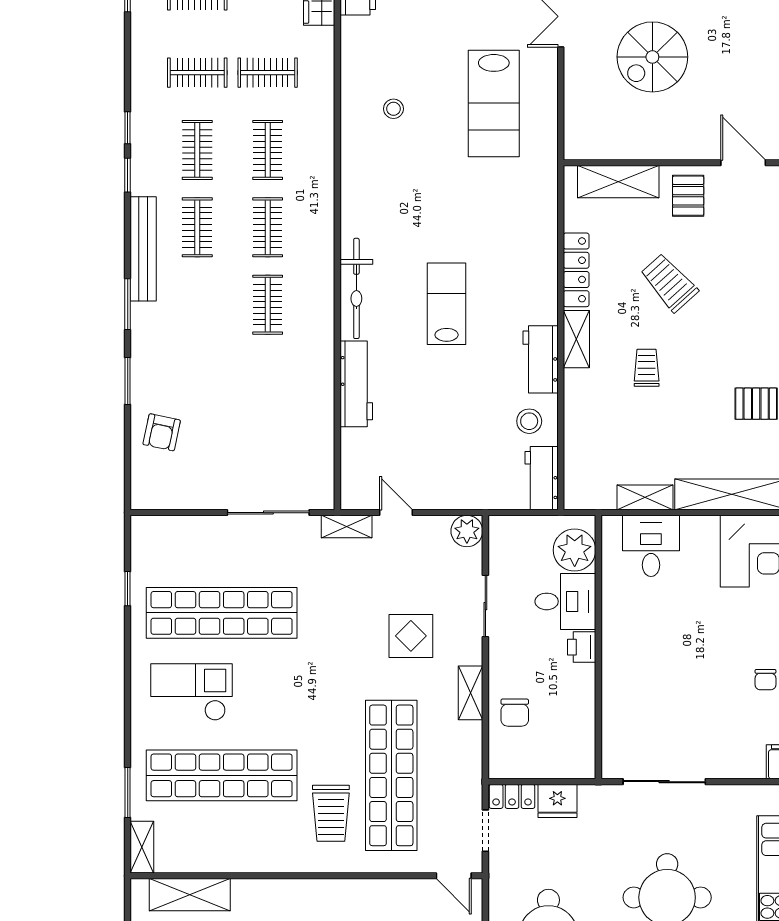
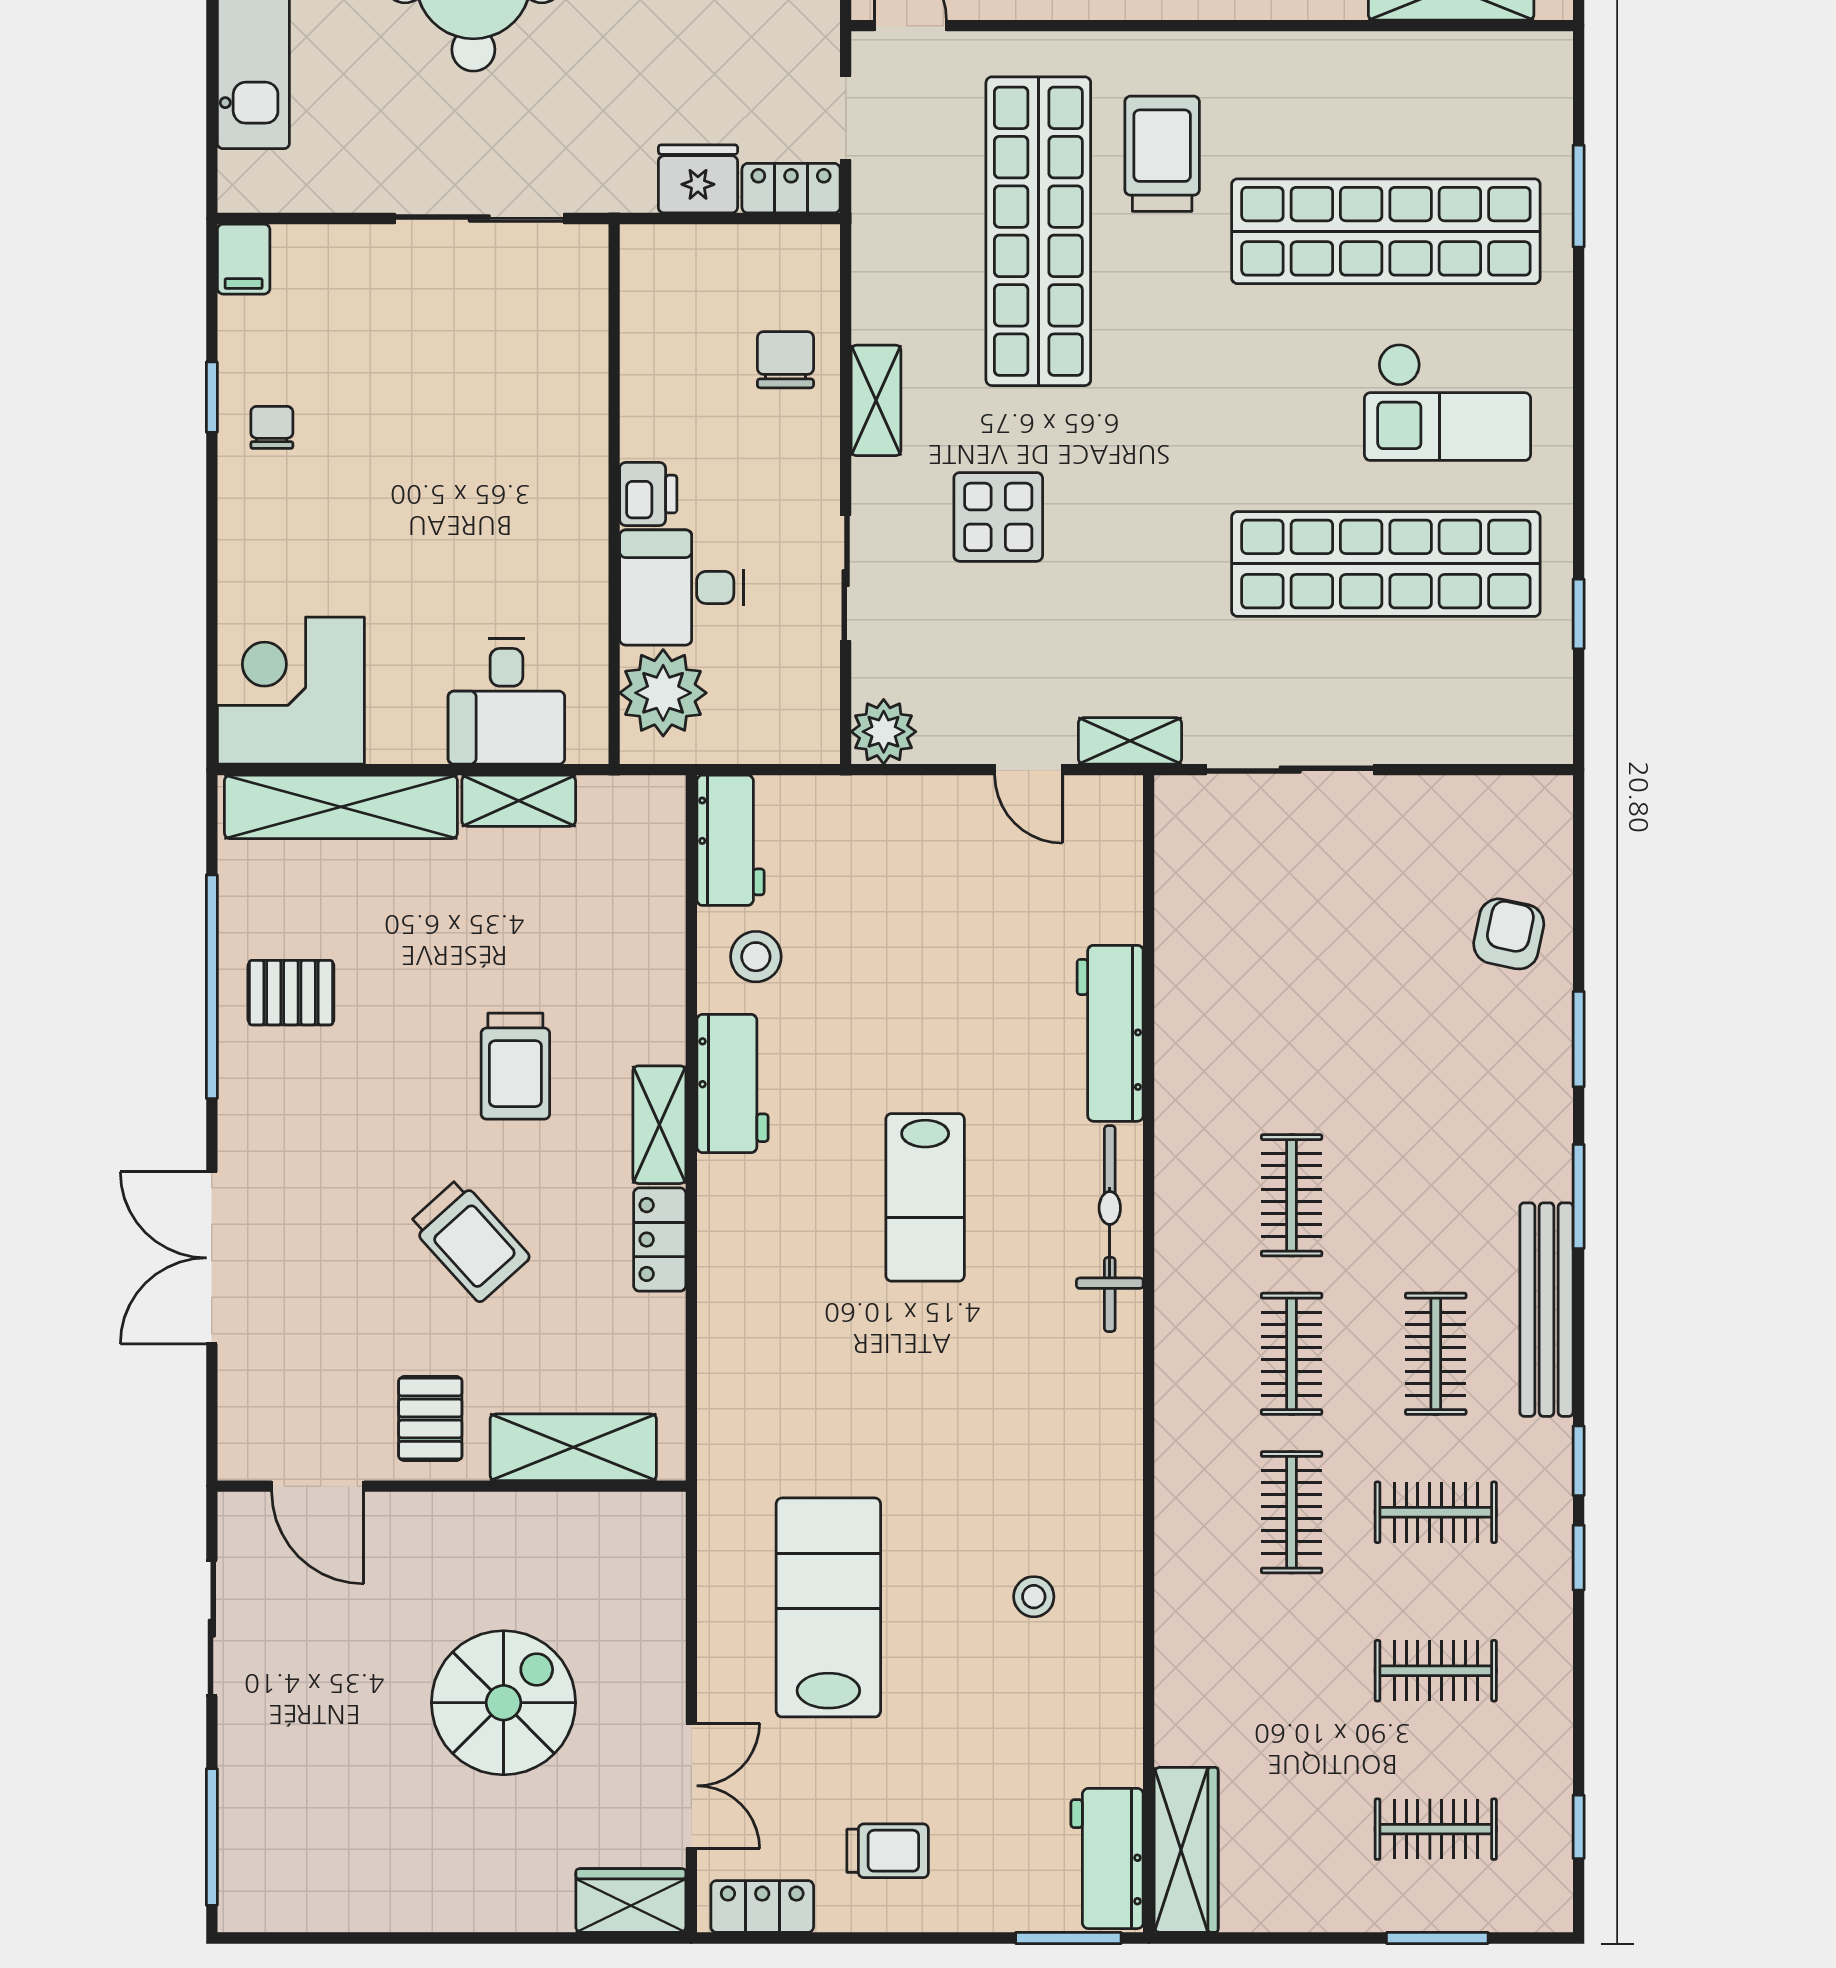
clothes rail: (268, 73) -> (1292, 1671), removed
clothes rail: (197, 150) -> (1436, 1512), turned 90
locker: (576, 270) -> (660, 1240), width x0.66
trolley: (647, 368) -> (515, 1066), width x1.36, depth x1.39
shelving: (142, 847) -> (1549, 84), removed

